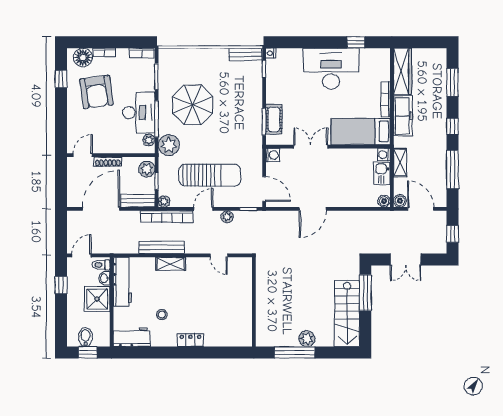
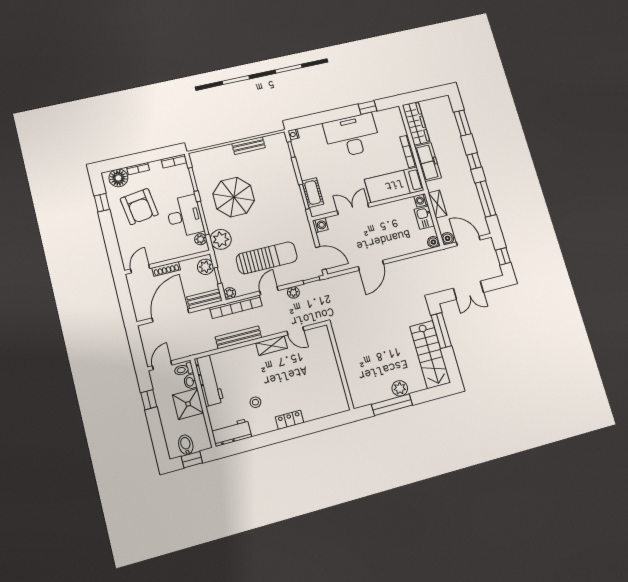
bench: (246, 54) -> (249, 146), moved
shelving: (171, 264) -> (272, 346), moved

